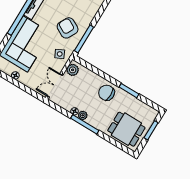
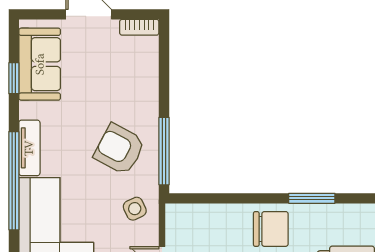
plant: (73, 70) -> (178, 224), removed
chair: (107, 93) -> (271, 229), turned 180

